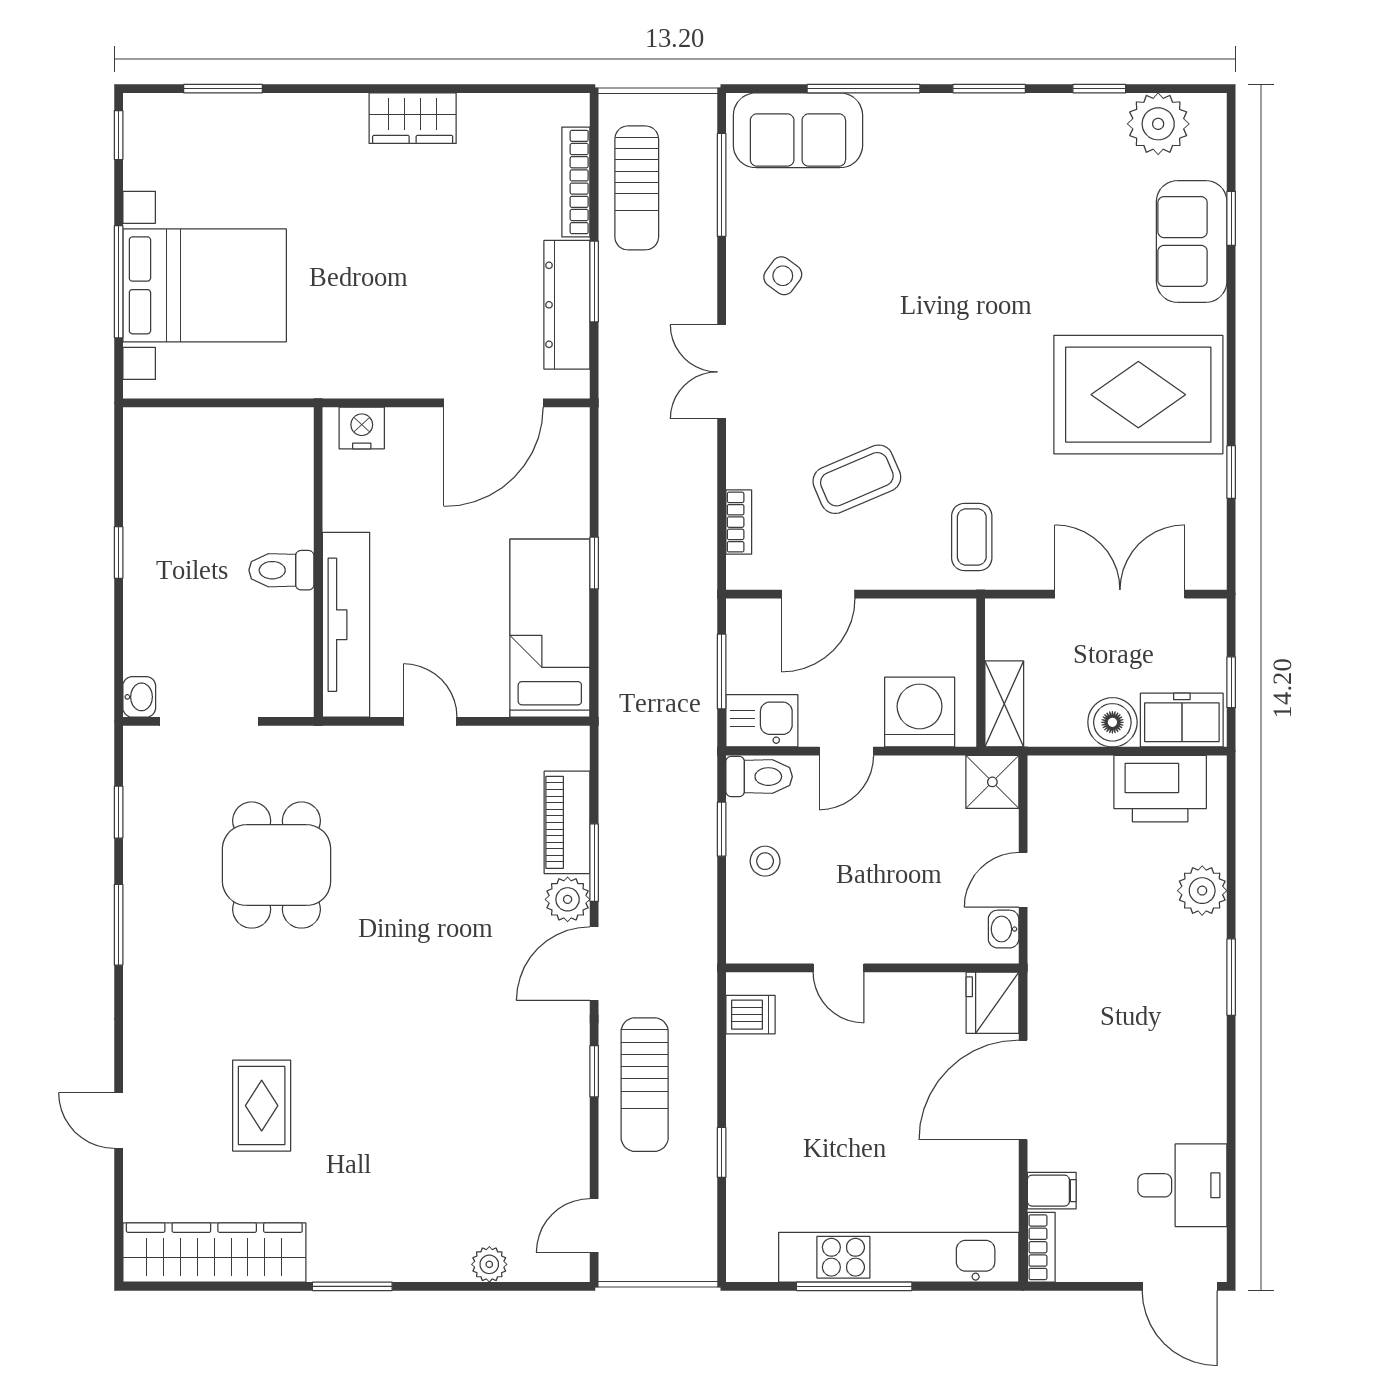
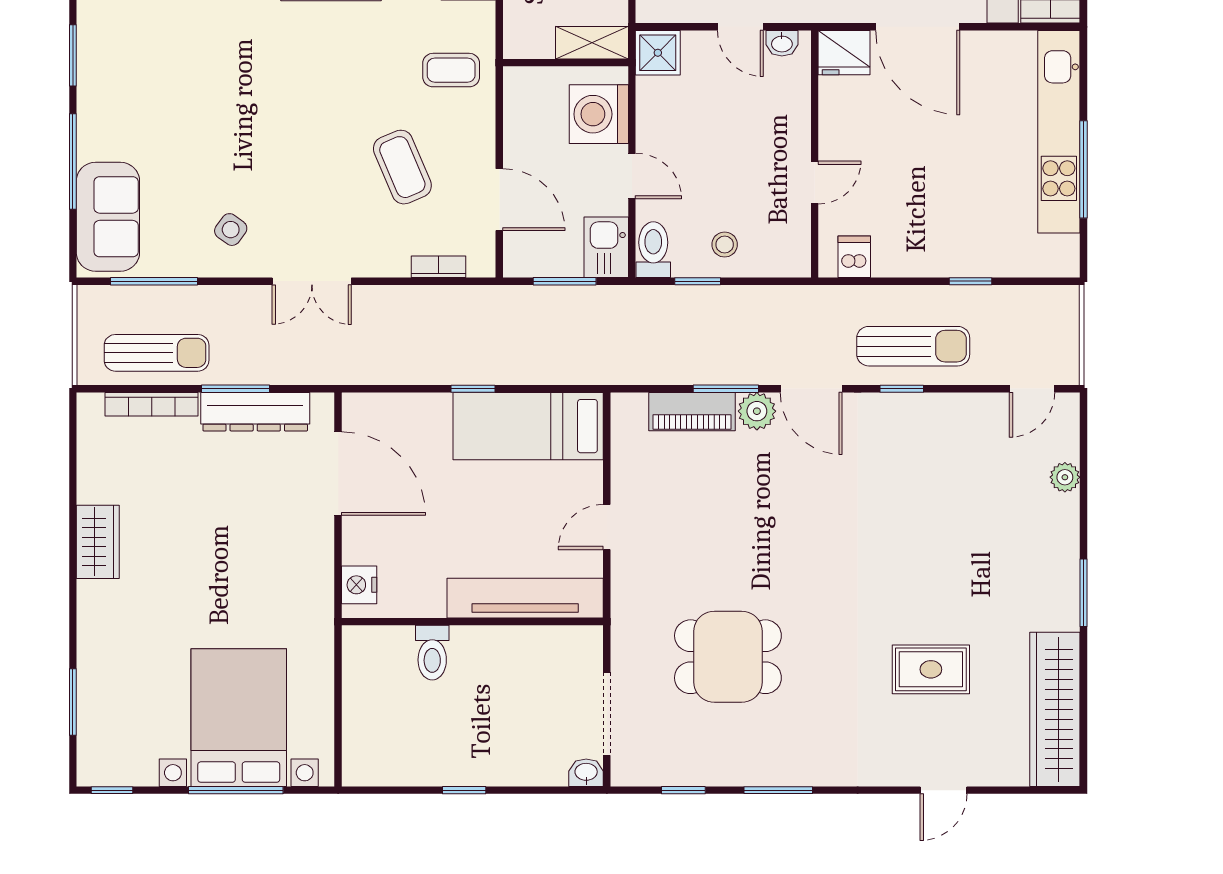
toilet: (281, 570) -> (432, 653), moved
door: (594, 1225) -> (1032, 389), hinge flipped

